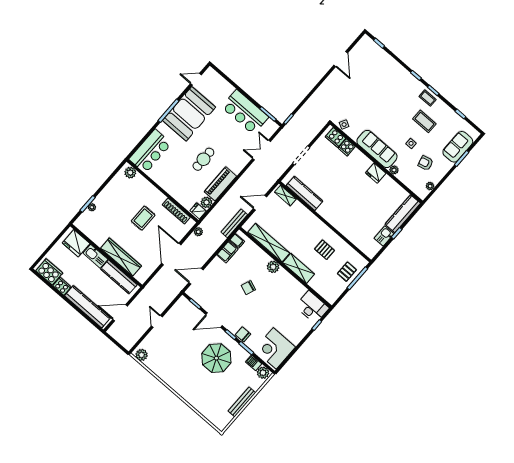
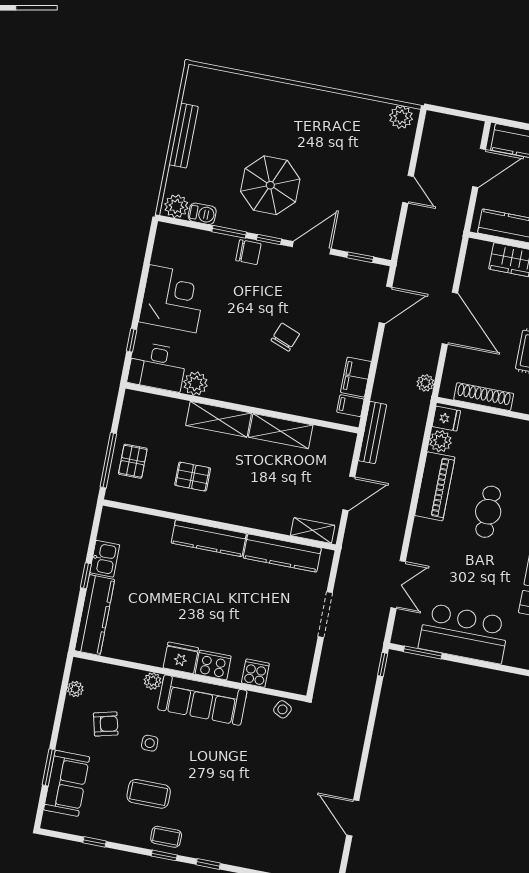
cooker: (335, 137) -> (213, 665), moved
kitchen counter: (333, 219) -> (209, 538), added
shelving: (269, 243) -> (281, 431), width x0.68
plant: (273, 267) -> (196, 384), moved
corner desk: (275, 348) -> (173, 299), moved

